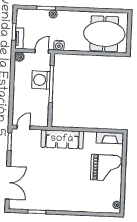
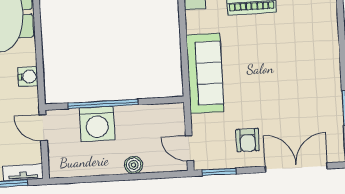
water cooler: (59, 45) -> (28, 77), moved
boiler: (19, 57) -> (134, 165), moved
armchair: (25, 158) -> (248, 140), added

